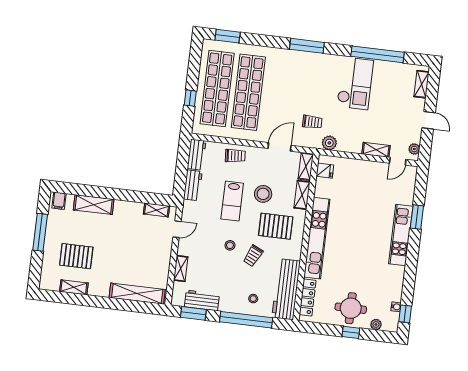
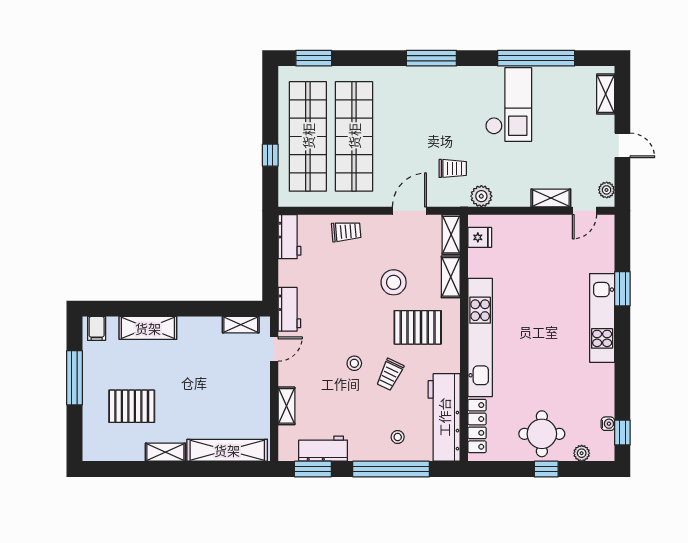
workbench: (193, 185) -> (289, 309), moved
lab bench: (232, 201) -> (350, 298), removed
shelving: (74, 287) -> (165, 452), moved

